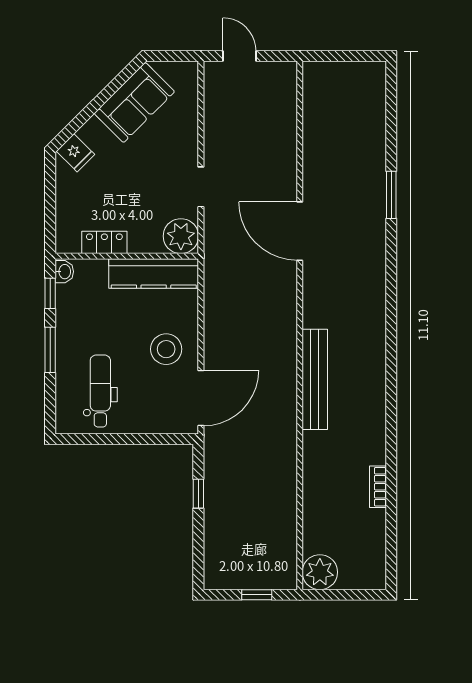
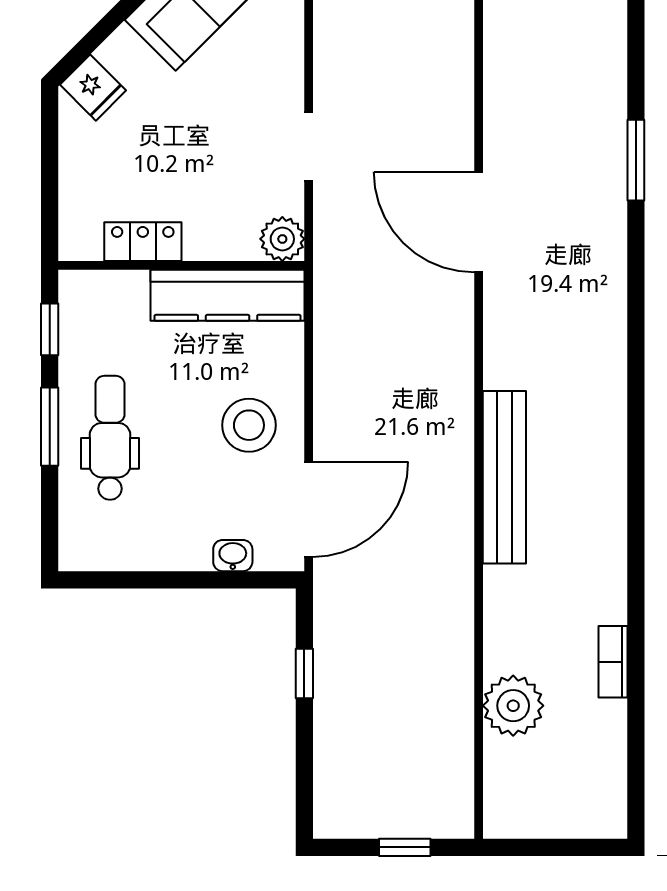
plant: (181, 236) -> (282, 239), width x0.73, depth x0.73
washbasin: (64, 272) -> (233, 556), moved, turned -90
dental chair: (100, 391) -> (110, 438), moved
plant: (320, 572) -> (513, 706), moved

